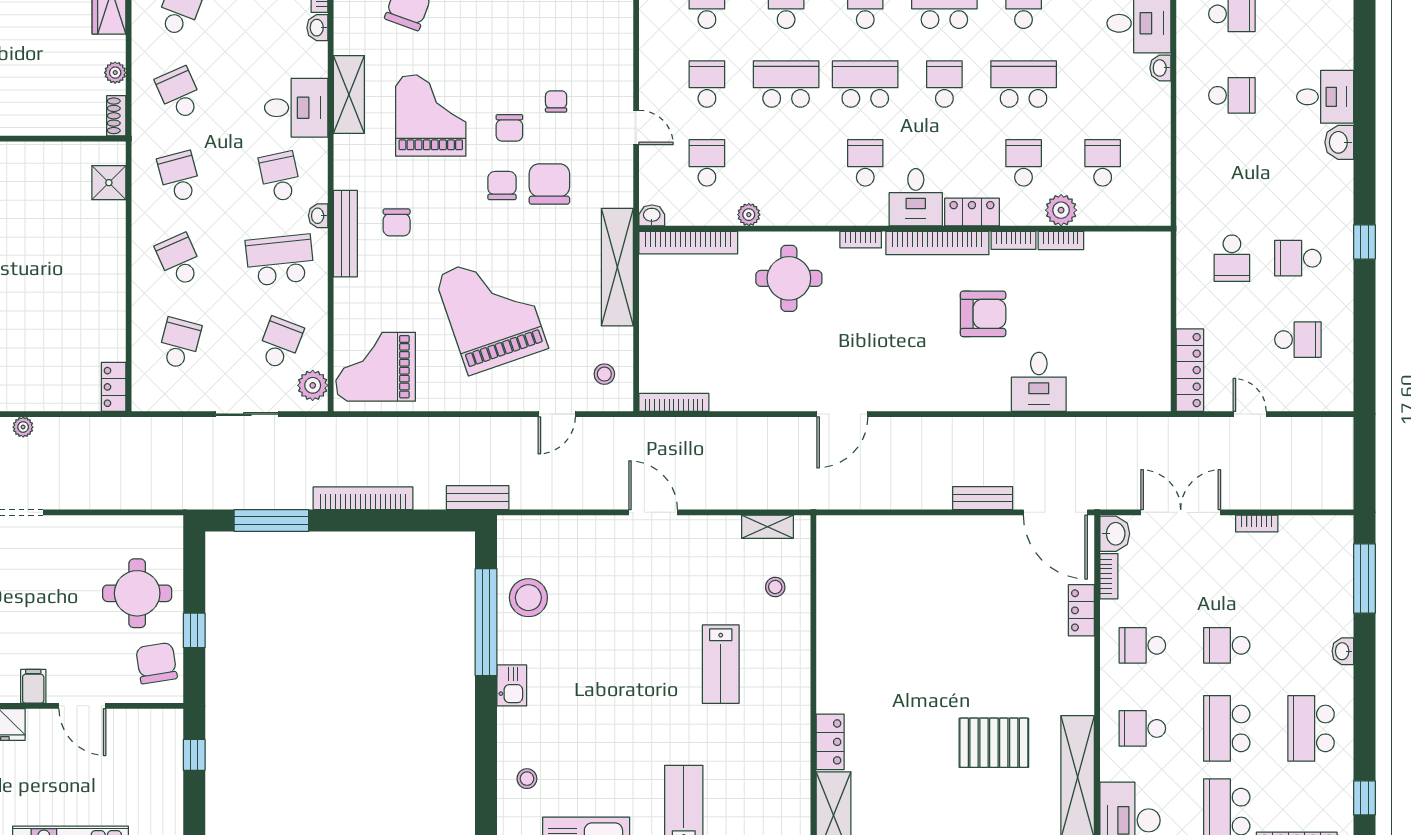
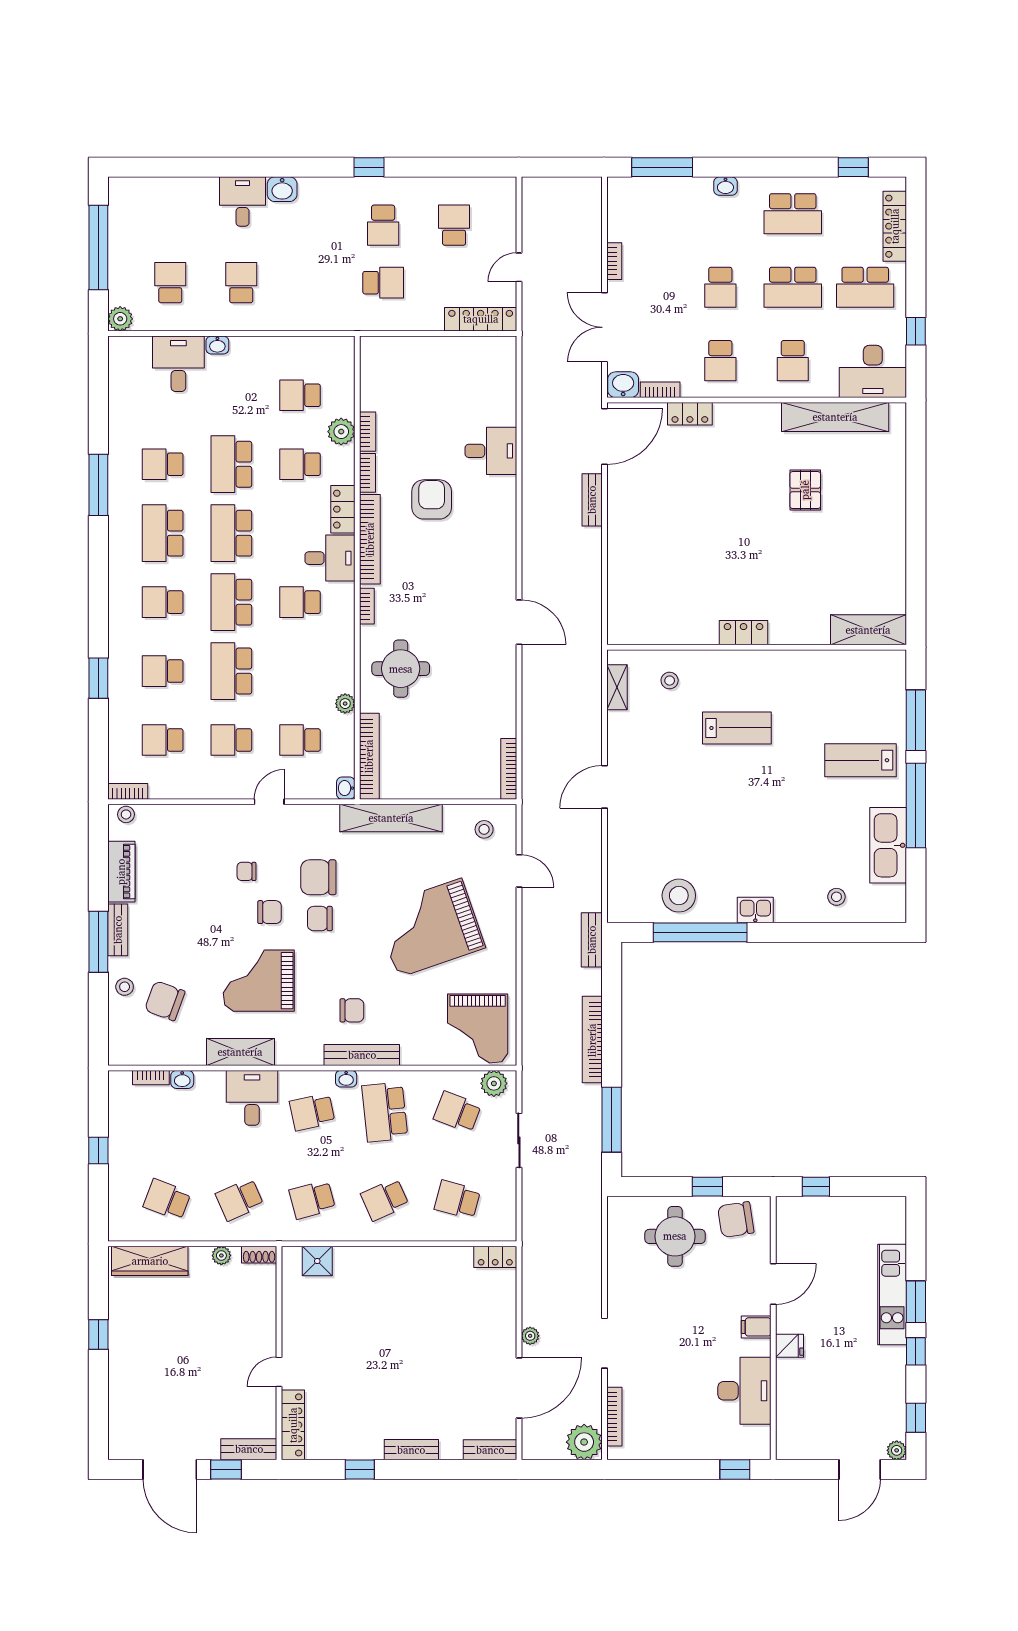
school desk: (944, 84) -> (231, 533), width x1.85
locker: (830, 742) -> (744, 633), moved
pallet: (994, 743) -> (805, 490), width x0.67, depth x0.71

